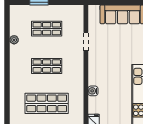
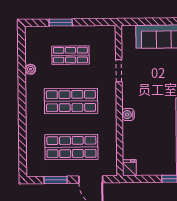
shop shelf: (47, 66) -> (71, 101), width x1.43, depth x1.36
water cooler: (93, 91) -> (128, 115), moved

